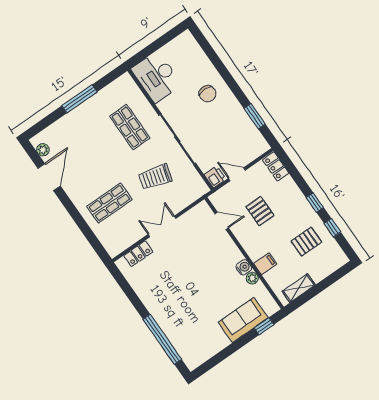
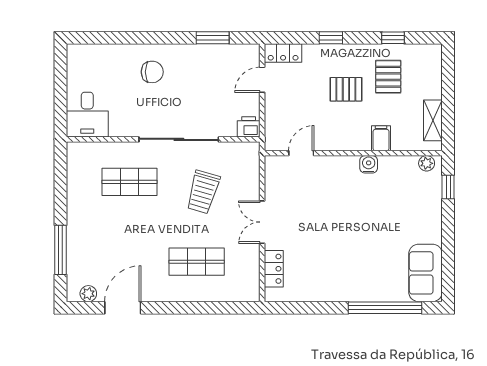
desk: (157, 77) -> (87, 115), width x0.73
window: (79, 99) -> (61, 250), moved
door: (237, 174) -> (262, 80), moved
door: (49, 177) -> (123, 308), hinge flipped
shop shelf: (109, 203) -> (197, 262), turned 90
window: (315, 203) -> (331, 38), moved
pallet: (260, 211) -> (346, 89), moved
plant: (252, 278) -> (427, 163), moved
sofa: (243, 320) -> (426, 273), moved

